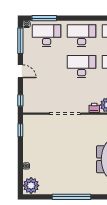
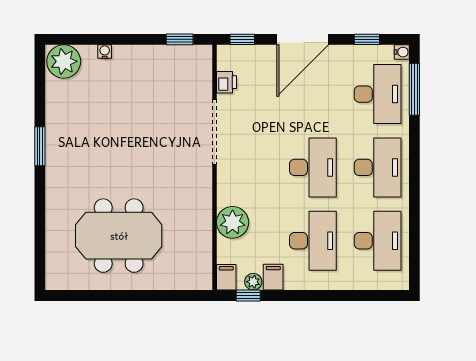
window: (20, 41) -> (367, 39), width x0.46
door: (20, 71) -> (303, 39), width x1.87
printer: (94, 108) -> (226, 82), moved
window: (71, 197) -> (40, 146), width x0.47

